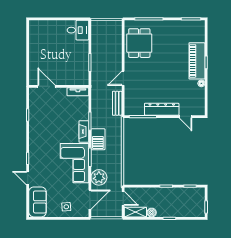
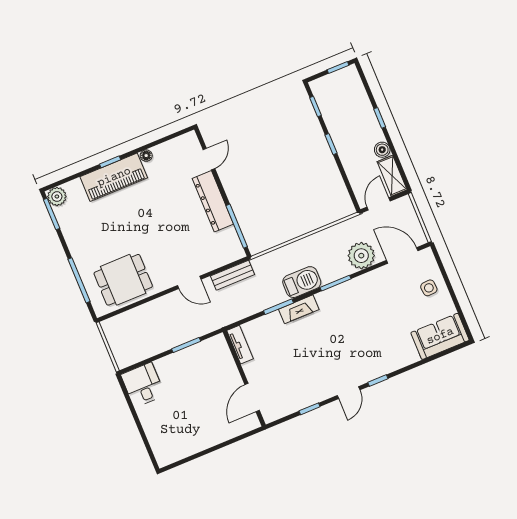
plant: (199, 26) -> (57, 197), added
corner sofa: (74, 163) -> (355, 304), removed
door: (28, 178) -> (349, 393), moved

